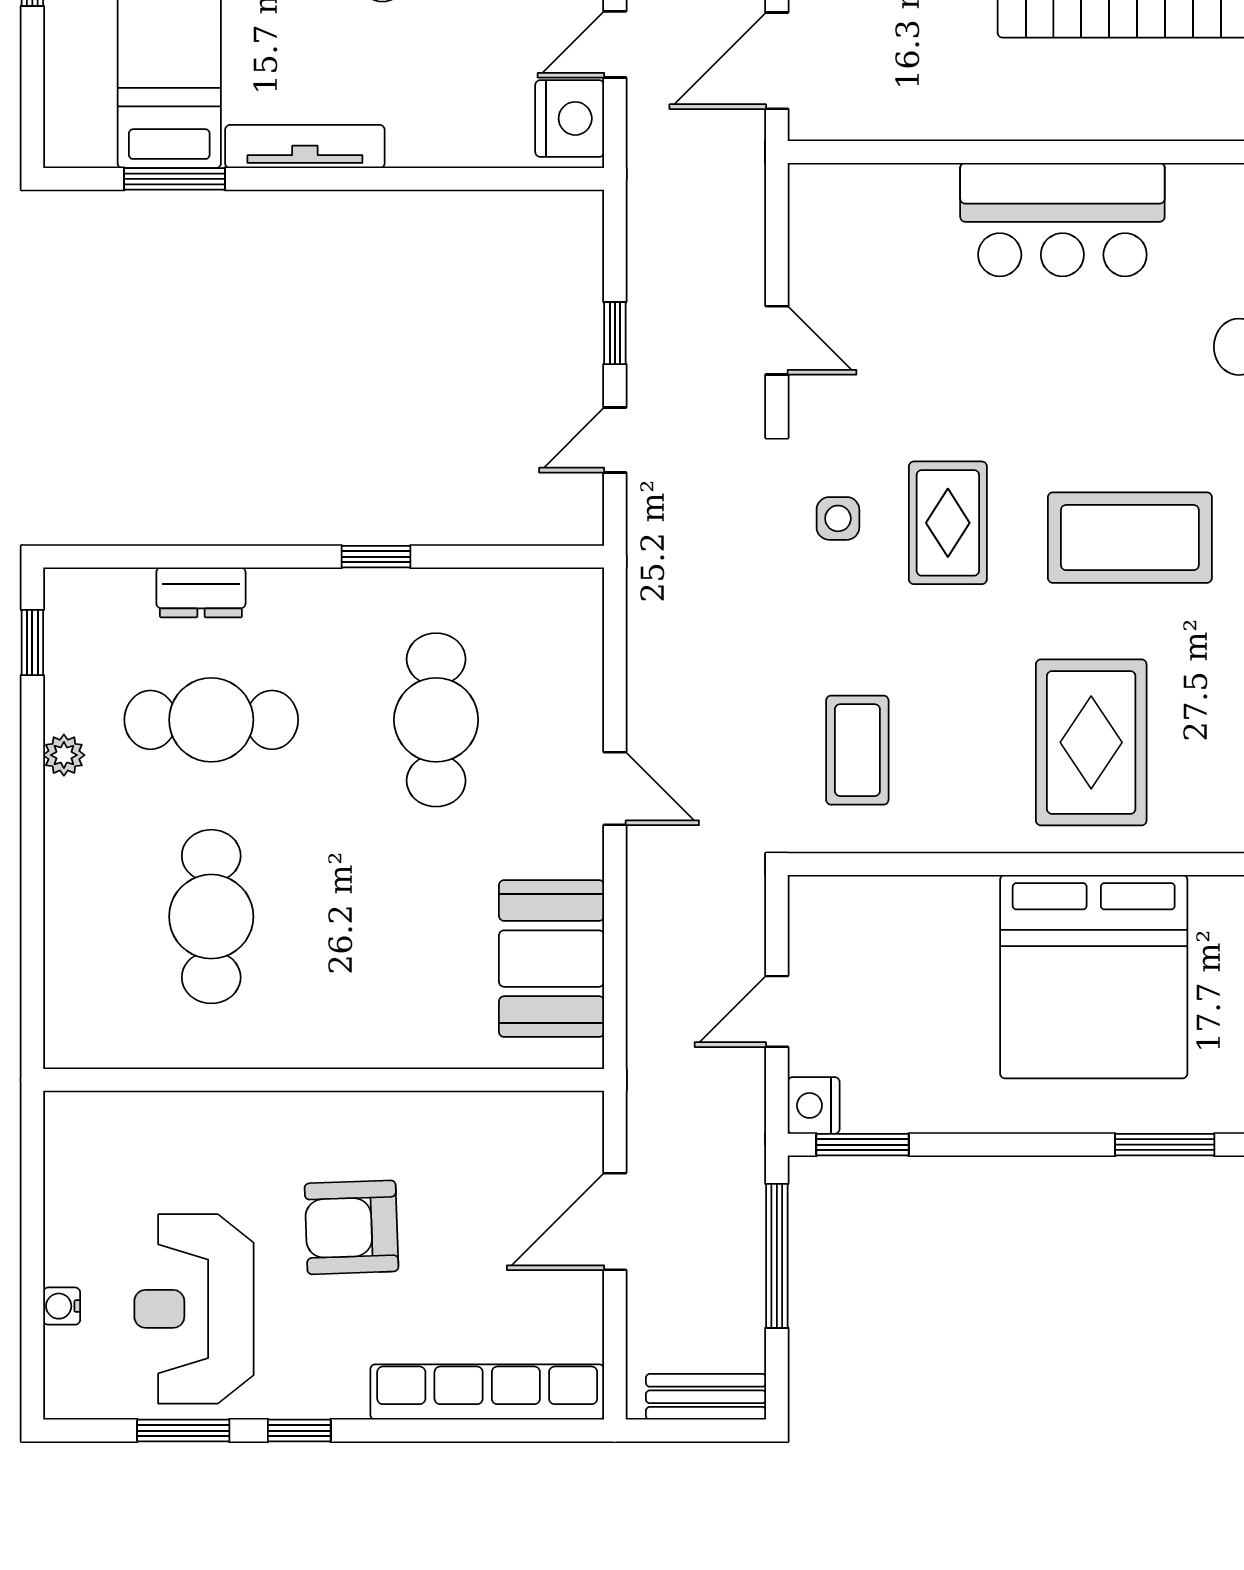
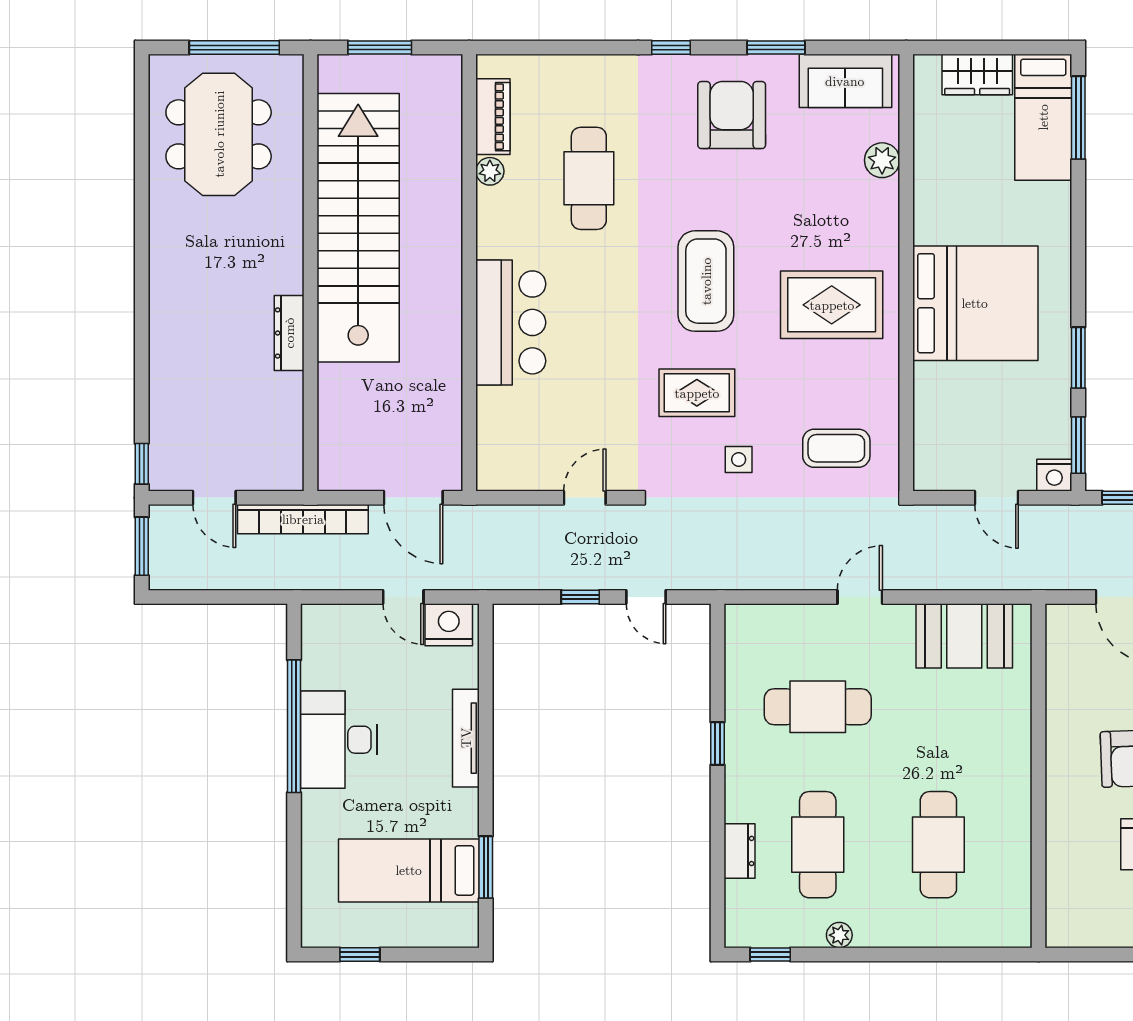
tv unit: (305, 147) -> (466, 738), moved
side table: (838, 518) -> (739, 460), moved
cafe table: (211, 917) -> (938, 845), turned 90
window: (1165, 1145) -> (1078, 358), moved

